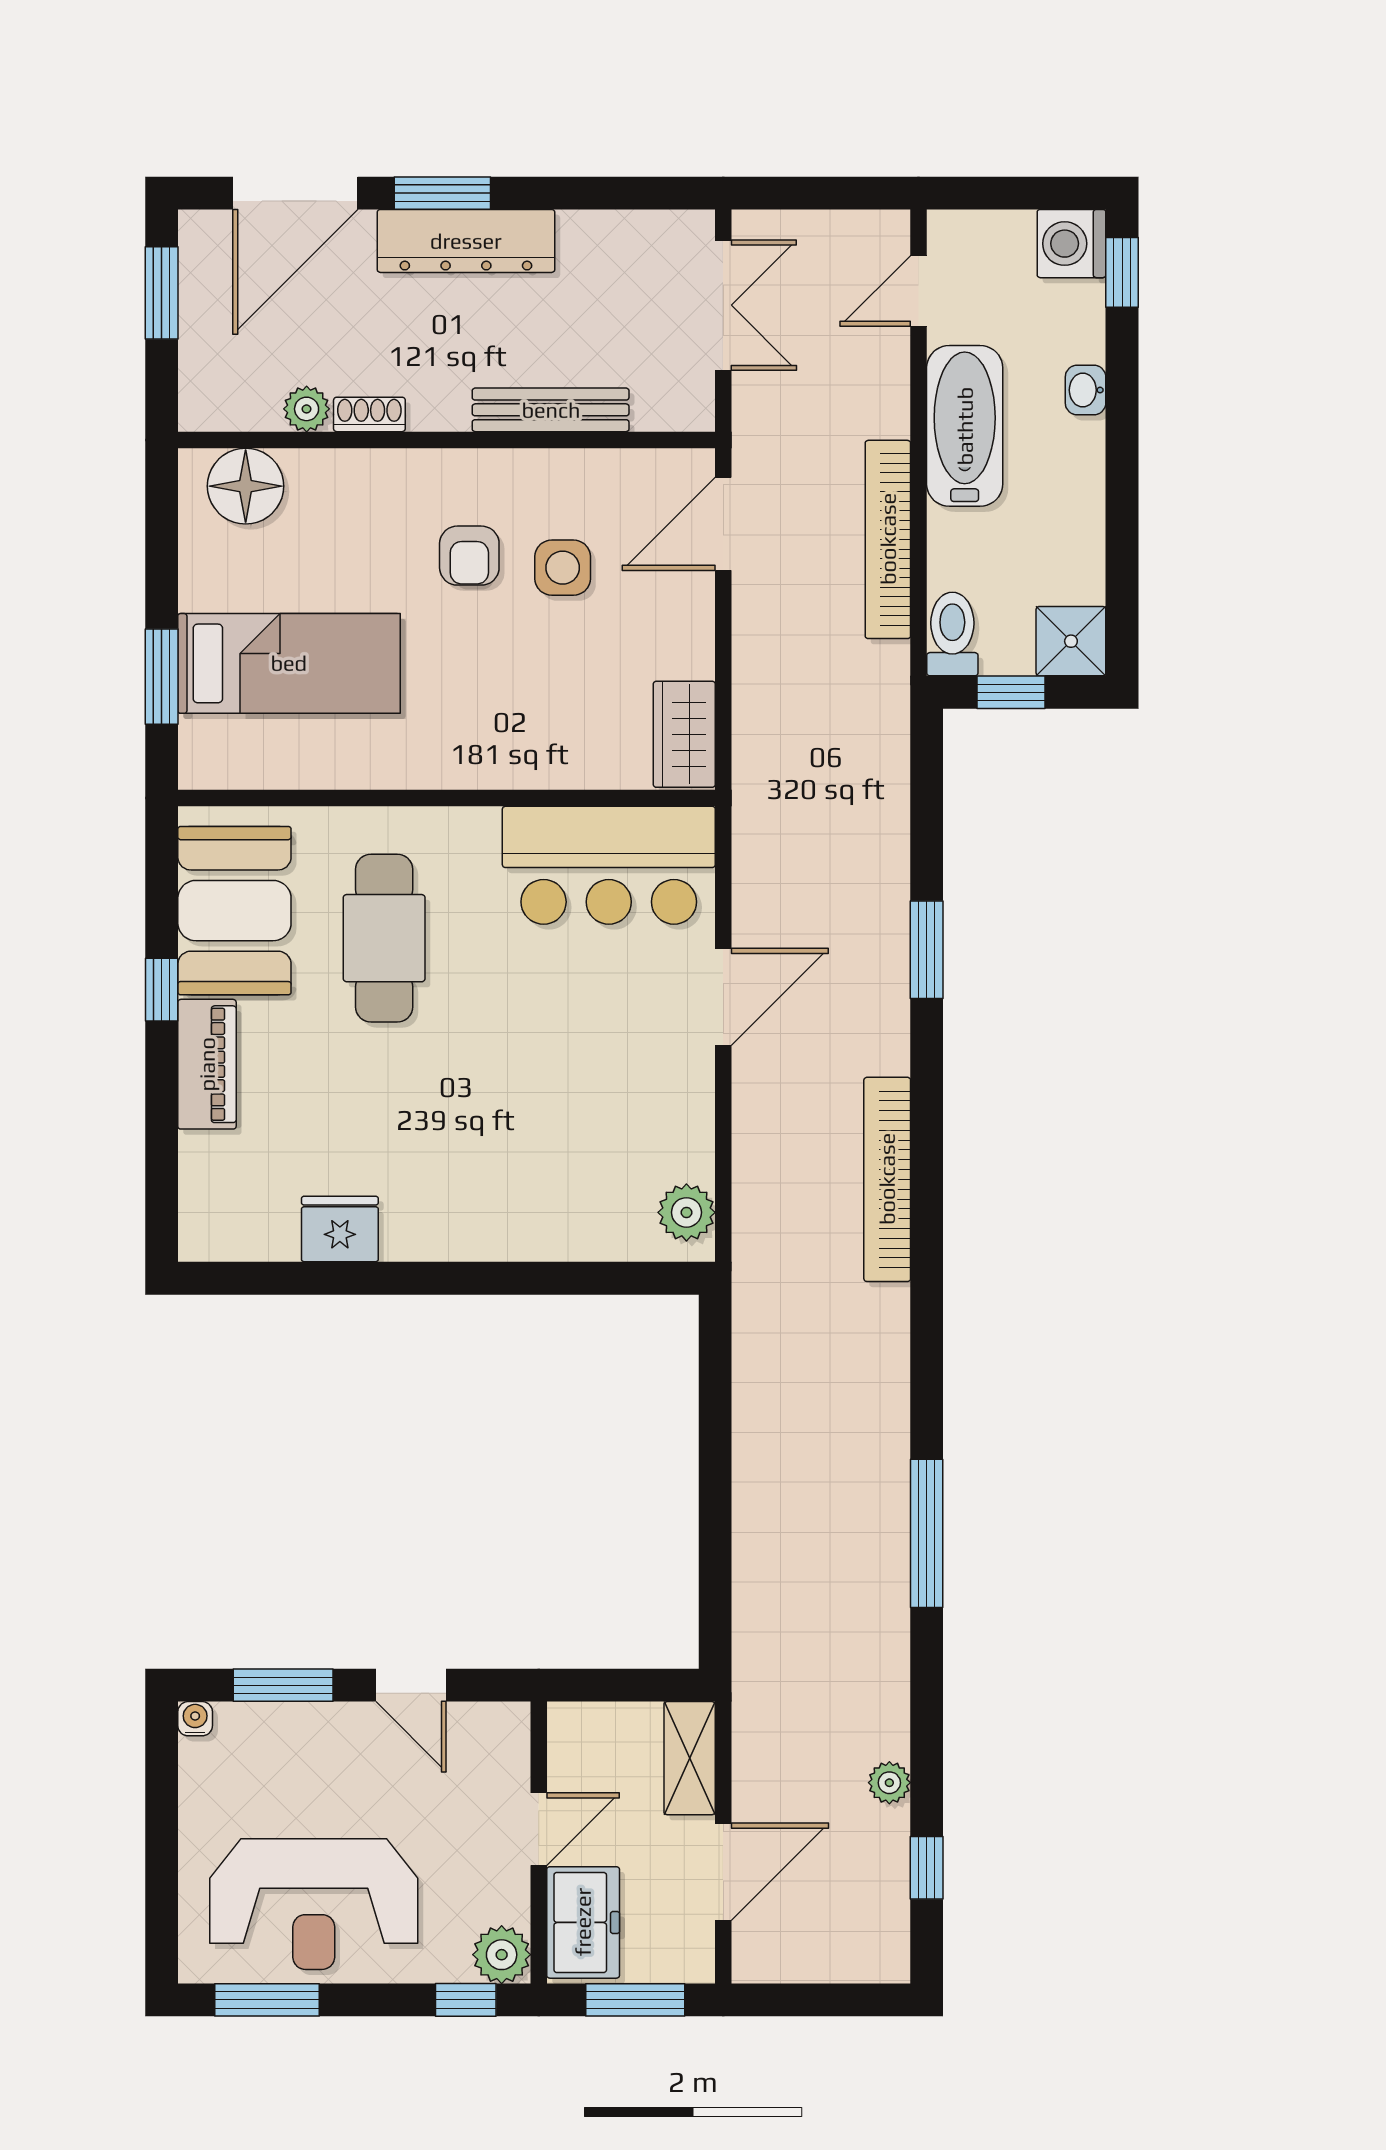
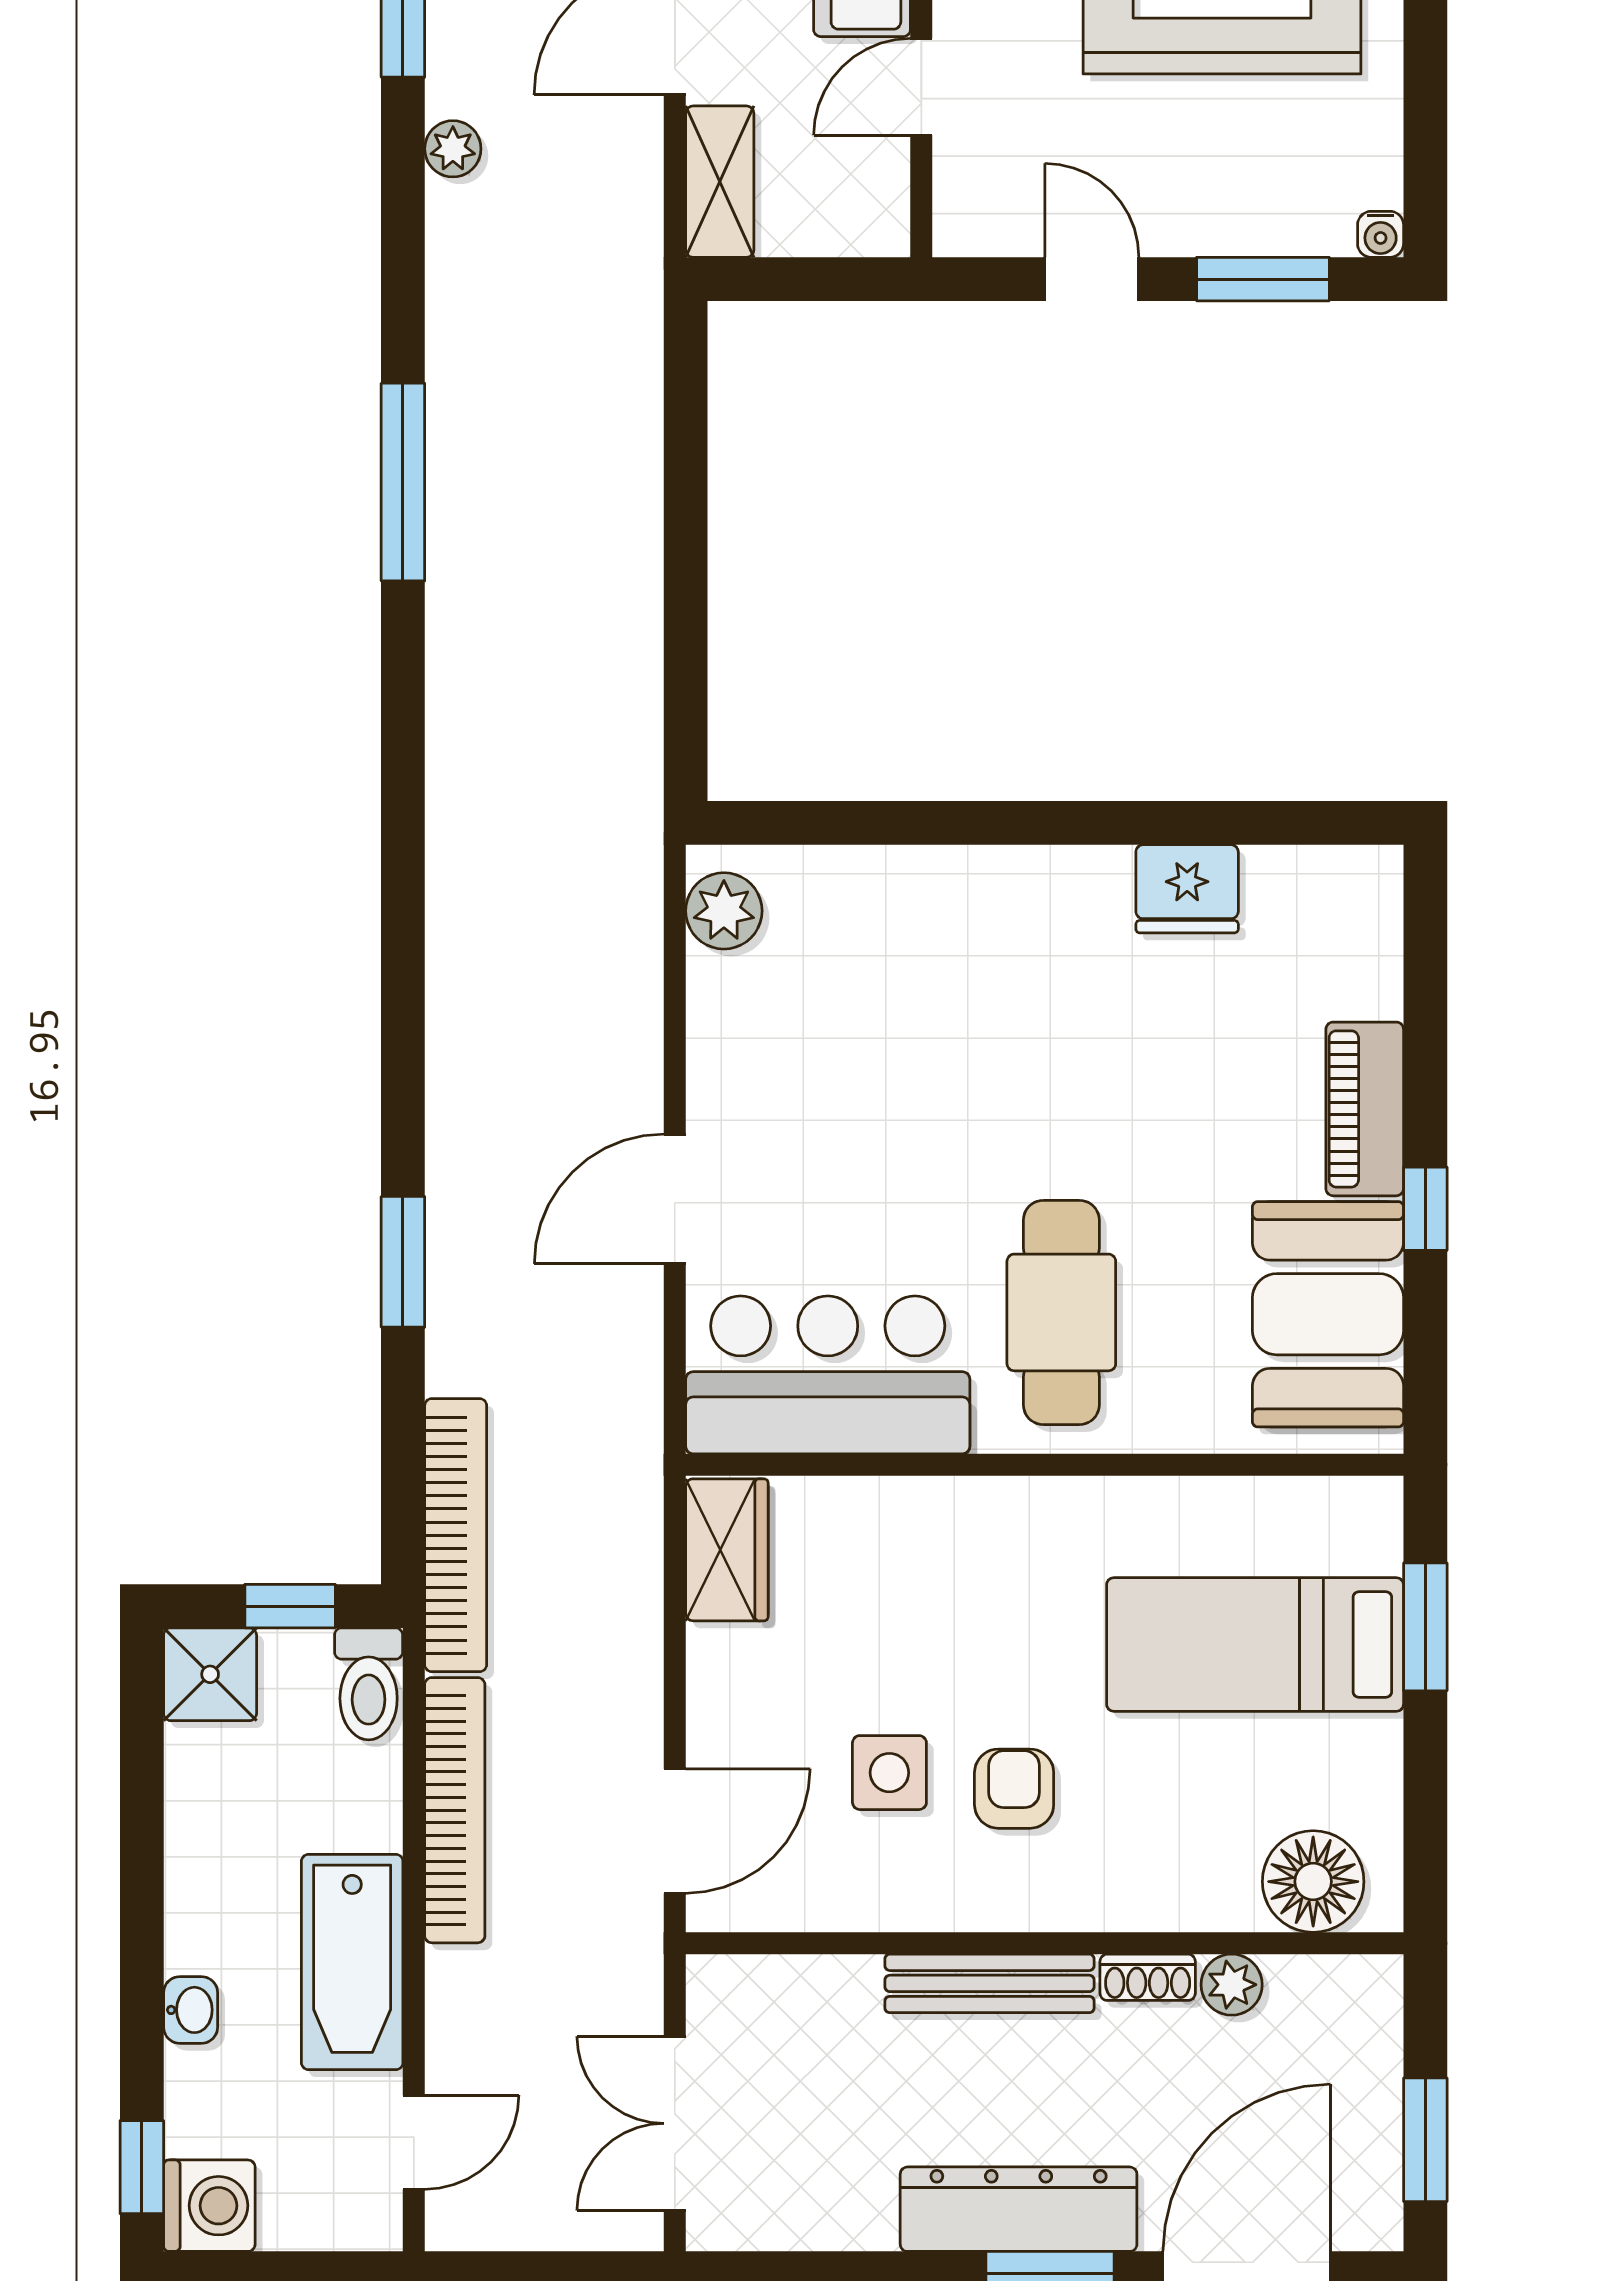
bench: (551, 410) -> (990, 1983), moved
cafe table: (384, 938) -> (1061, 1312), moved
bookcase: (887, 1179) -> (456, 1535), moved

